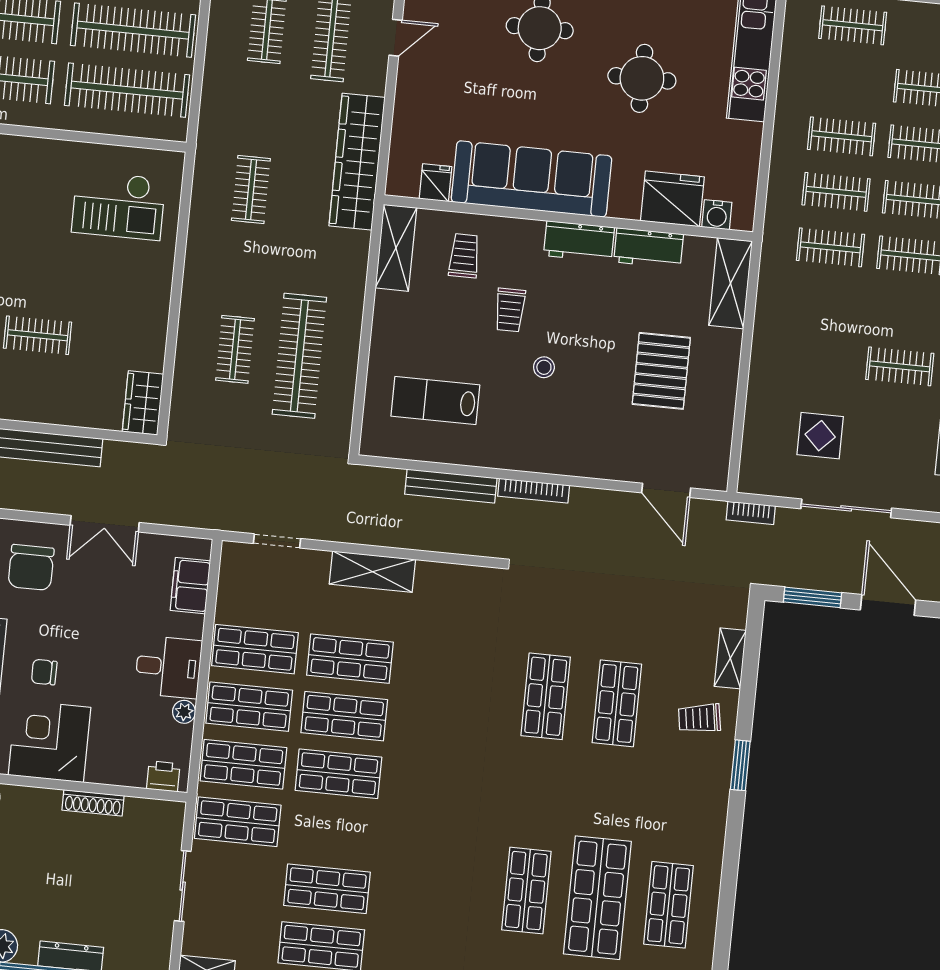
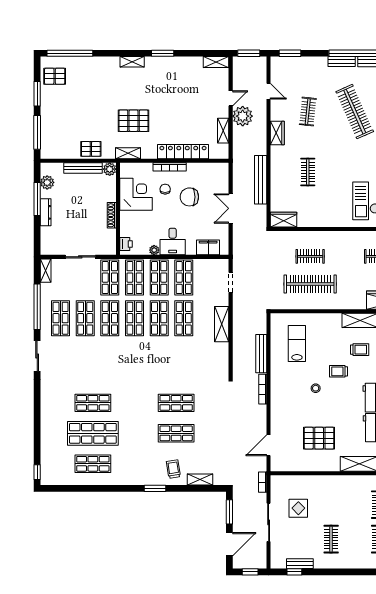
chair: (31, 567) -> (189, 197), moved
shop shelf: (333, 831) -> (110, 318), added

